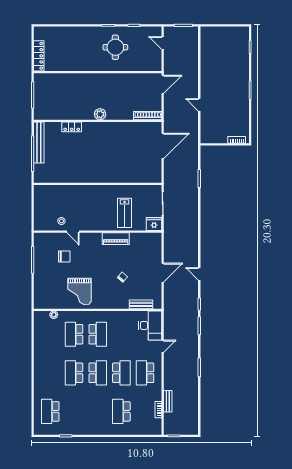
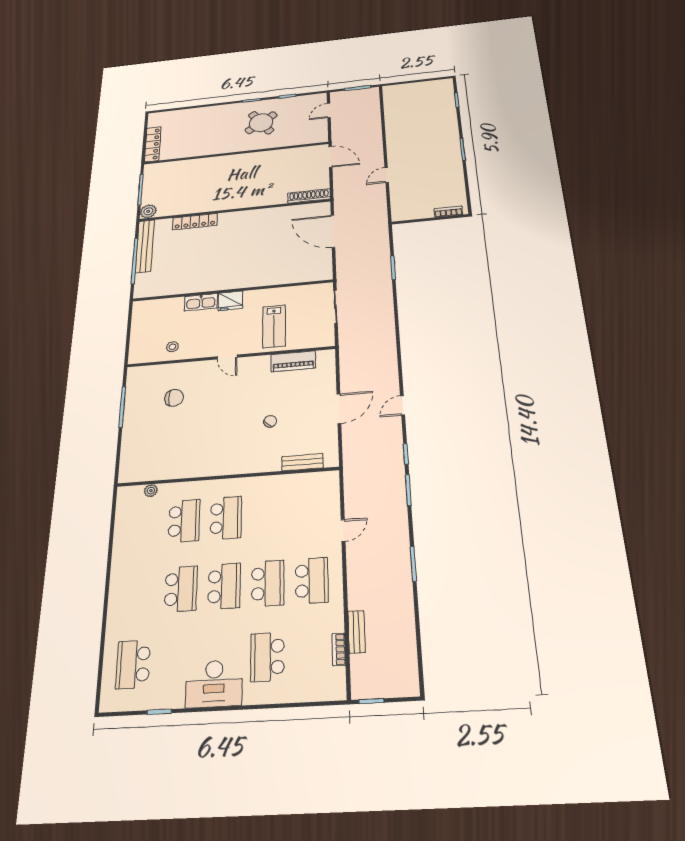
door: (163, 43) -> (329, 110), hinge flipped
round table: (115, 47) -> (261, 123), turned -35
door: (163, 84) -> (330, 157), hinge flipped
door: (199, 105) -> (387, 175), hinge flipped
plant: (100, 114) -> (148, 211), moved
locker: (72, 127) -> (195, 222), width x1.53
door: (163, 146) -> (333, 231), swing flipped
kitchen sink: (78, 190) -> (201, 302), added
fridge: (154, 224) -> (230, 301), moved, turned 180
door: (73, 232) -> (227, 357), moved
piano: (116, 239) -> (293, 361), moved
door: (199, 274) -> (402, 405), hinge flipped
grand piano: (79, 291) -> (197, 450), removed
desk: (150, 325) -> (214, 684), moved, turned 90
school desk: (74, 334) -> (184, 521), turned 180
school desk: (74, 373) -> (181, 589), turned 180
school desk: (145, 373) -> (312, 581), turned 180

